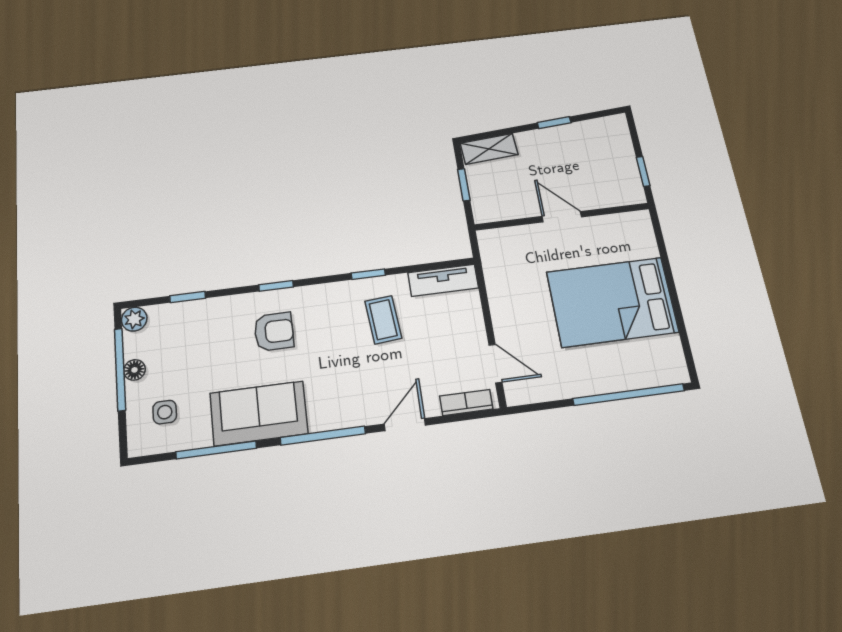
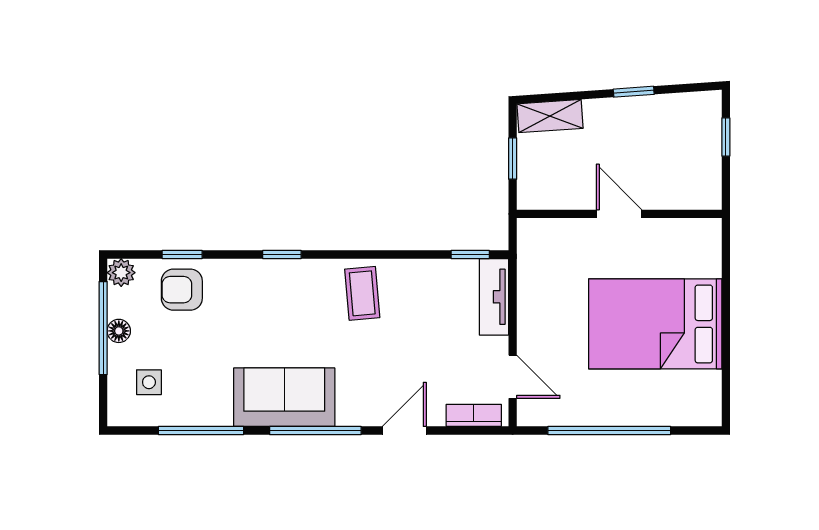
window: (643, 171) -> (726, 137), moved
window: (368, 274) -> (470, 254), moved
tv unit: (443, 280) -> (494, 297), moved, turned 90
coffee table: (383, 320) -> (362, 293), moved
armchair: (274, 332) -> (182, 290), moved, turned 180
window: (629, 395) -> (609, 430), moved
sofa: (259, 413) -> (284, 397), moved

